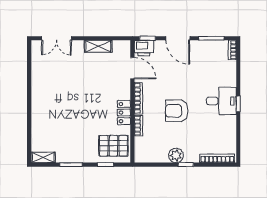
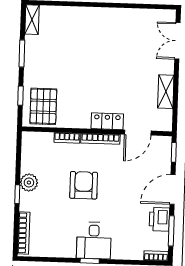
printer: (144, 48) -> (159, 219), moved
locker: (124, 113) -> (107, 121), moved

